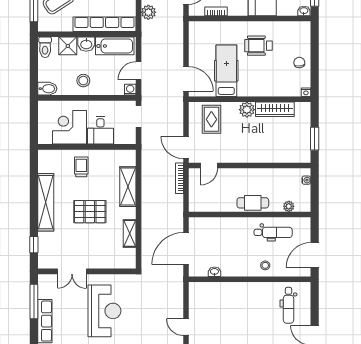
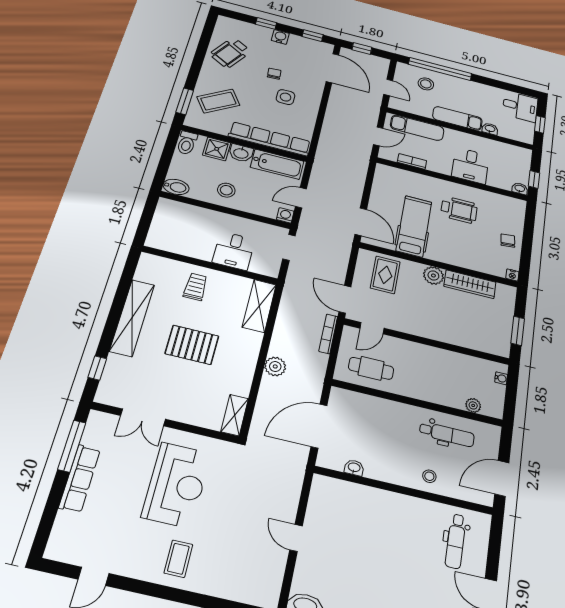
plant: (148, 12) -> (275, 366), moved
wheelchair: (259, 46) -> (459, 210), turned 180
corner desk: (69, 127) -> (193, 237), removed
shelving: (128, 187) -> (259, 306), moved
cafe table: (253, 203) -> (371, 368), moved
shelving: (130, 233) -> (235, 415), moved

